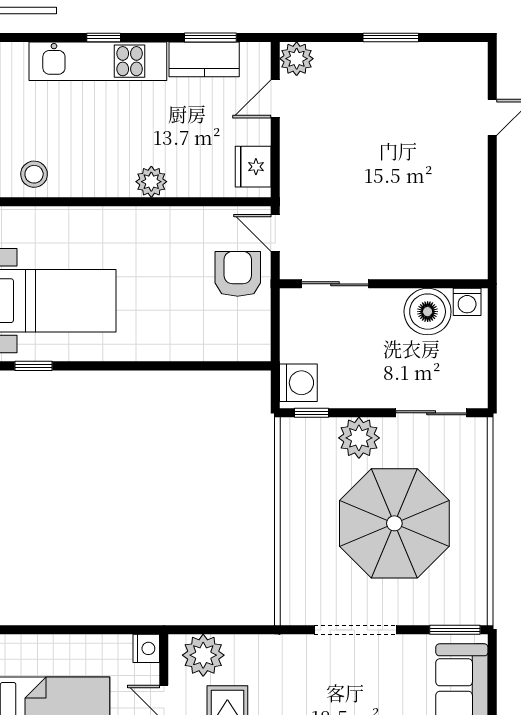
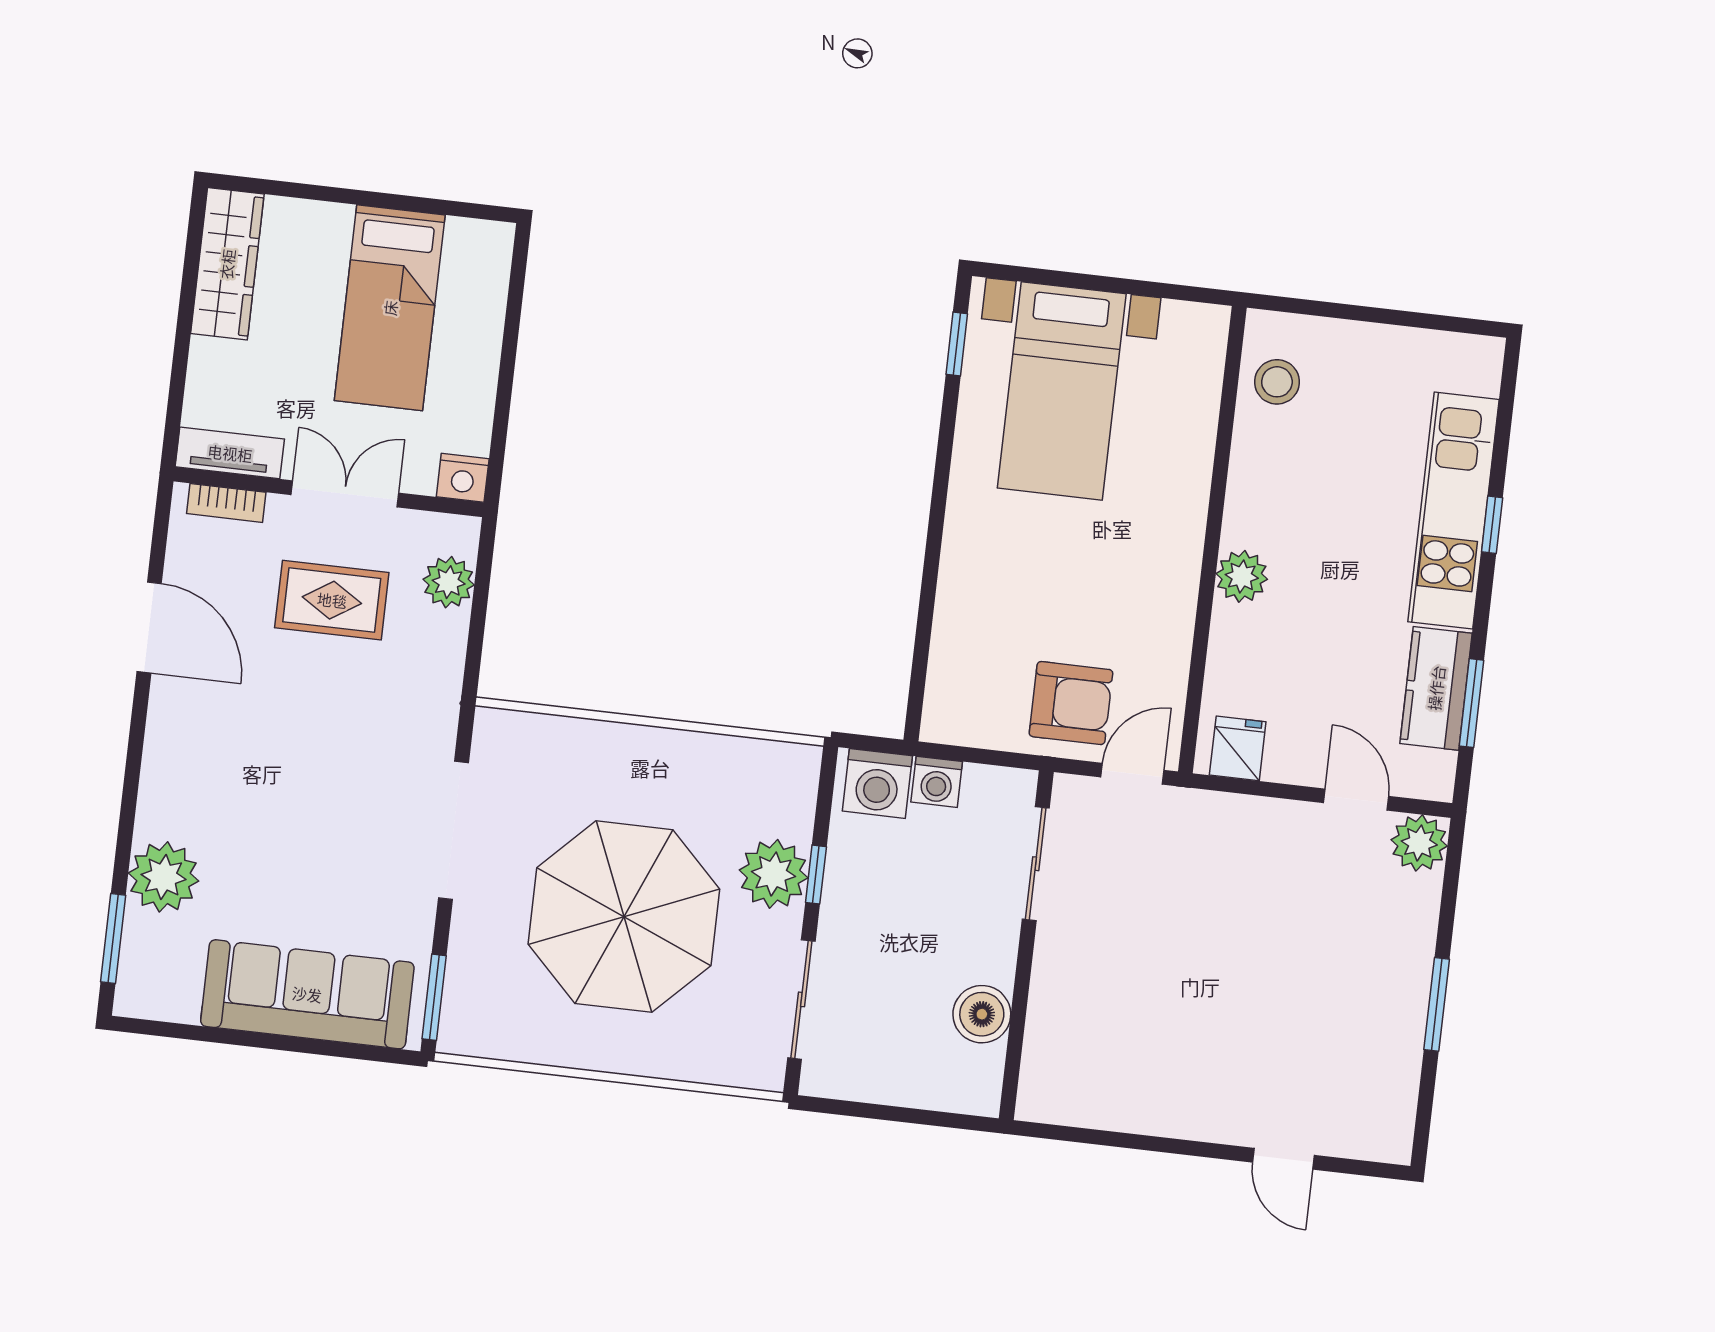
fridge: (253, 167) -> (1238, 748), width x0.72
washing machine: (467, 302) -> (937, 782), moved, turned -90
boiler: (428, 312) -> (982, 1014), width x0.73, depth x0.73
window: (311, 413) -> (816, 875), moved
plant: (203, 655) -> (449, 582), width x0.73, depth x0.73

